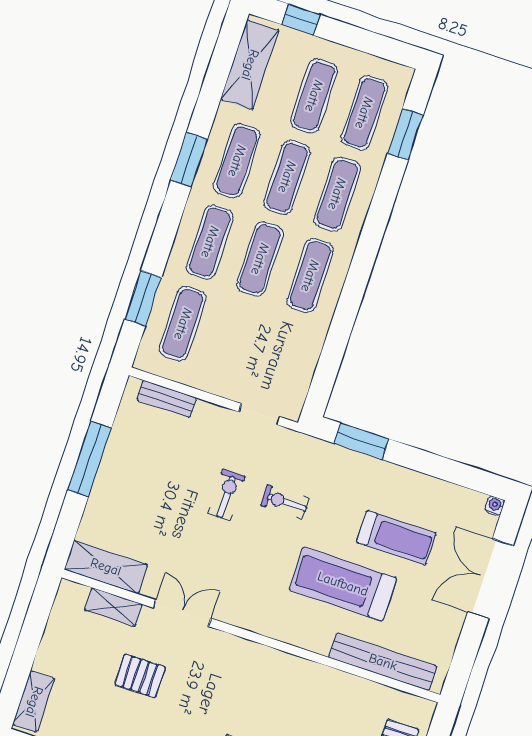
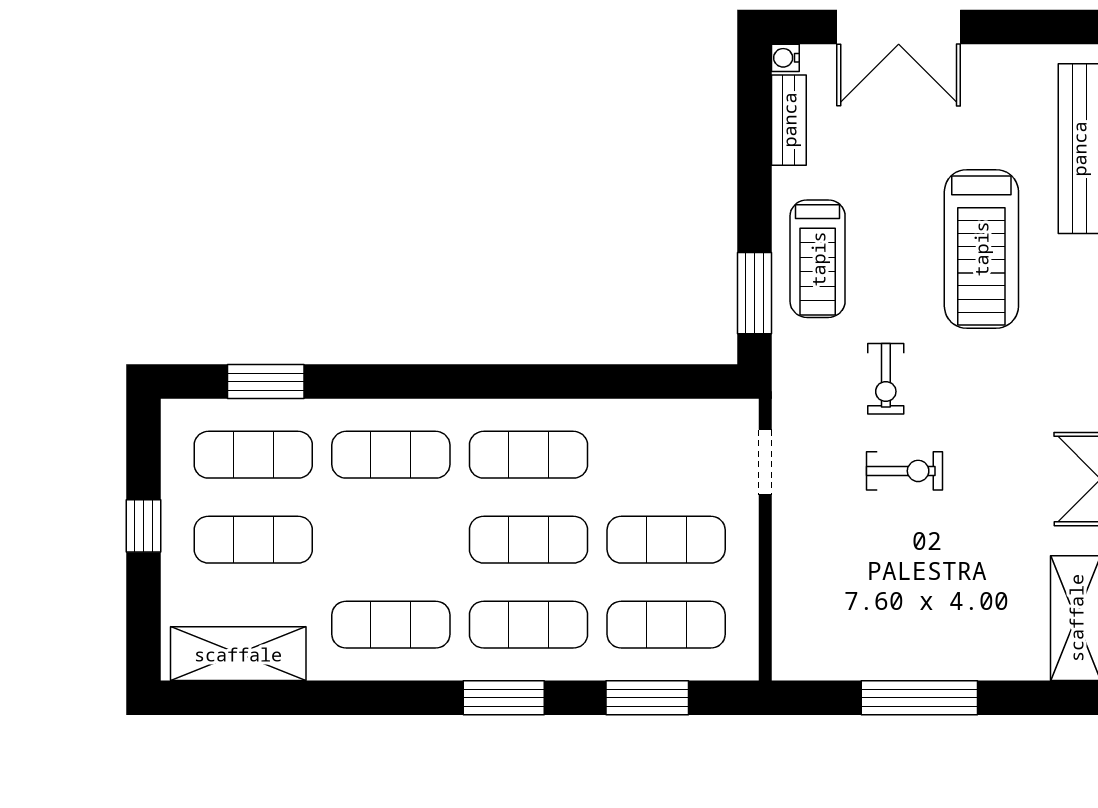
window: (301, 19) -> (143, 526), moved
window: (189, 160) -> (504, 698), moved
exercise mat: (287, 177) -> (666, 540), moved
bench: (166, 399) -> (789, 120), moved
exercise bike: (227, 495) -> (904, 471), turned 180
treadmill: (396, 538) -> (818, 259), moved, turned 180

